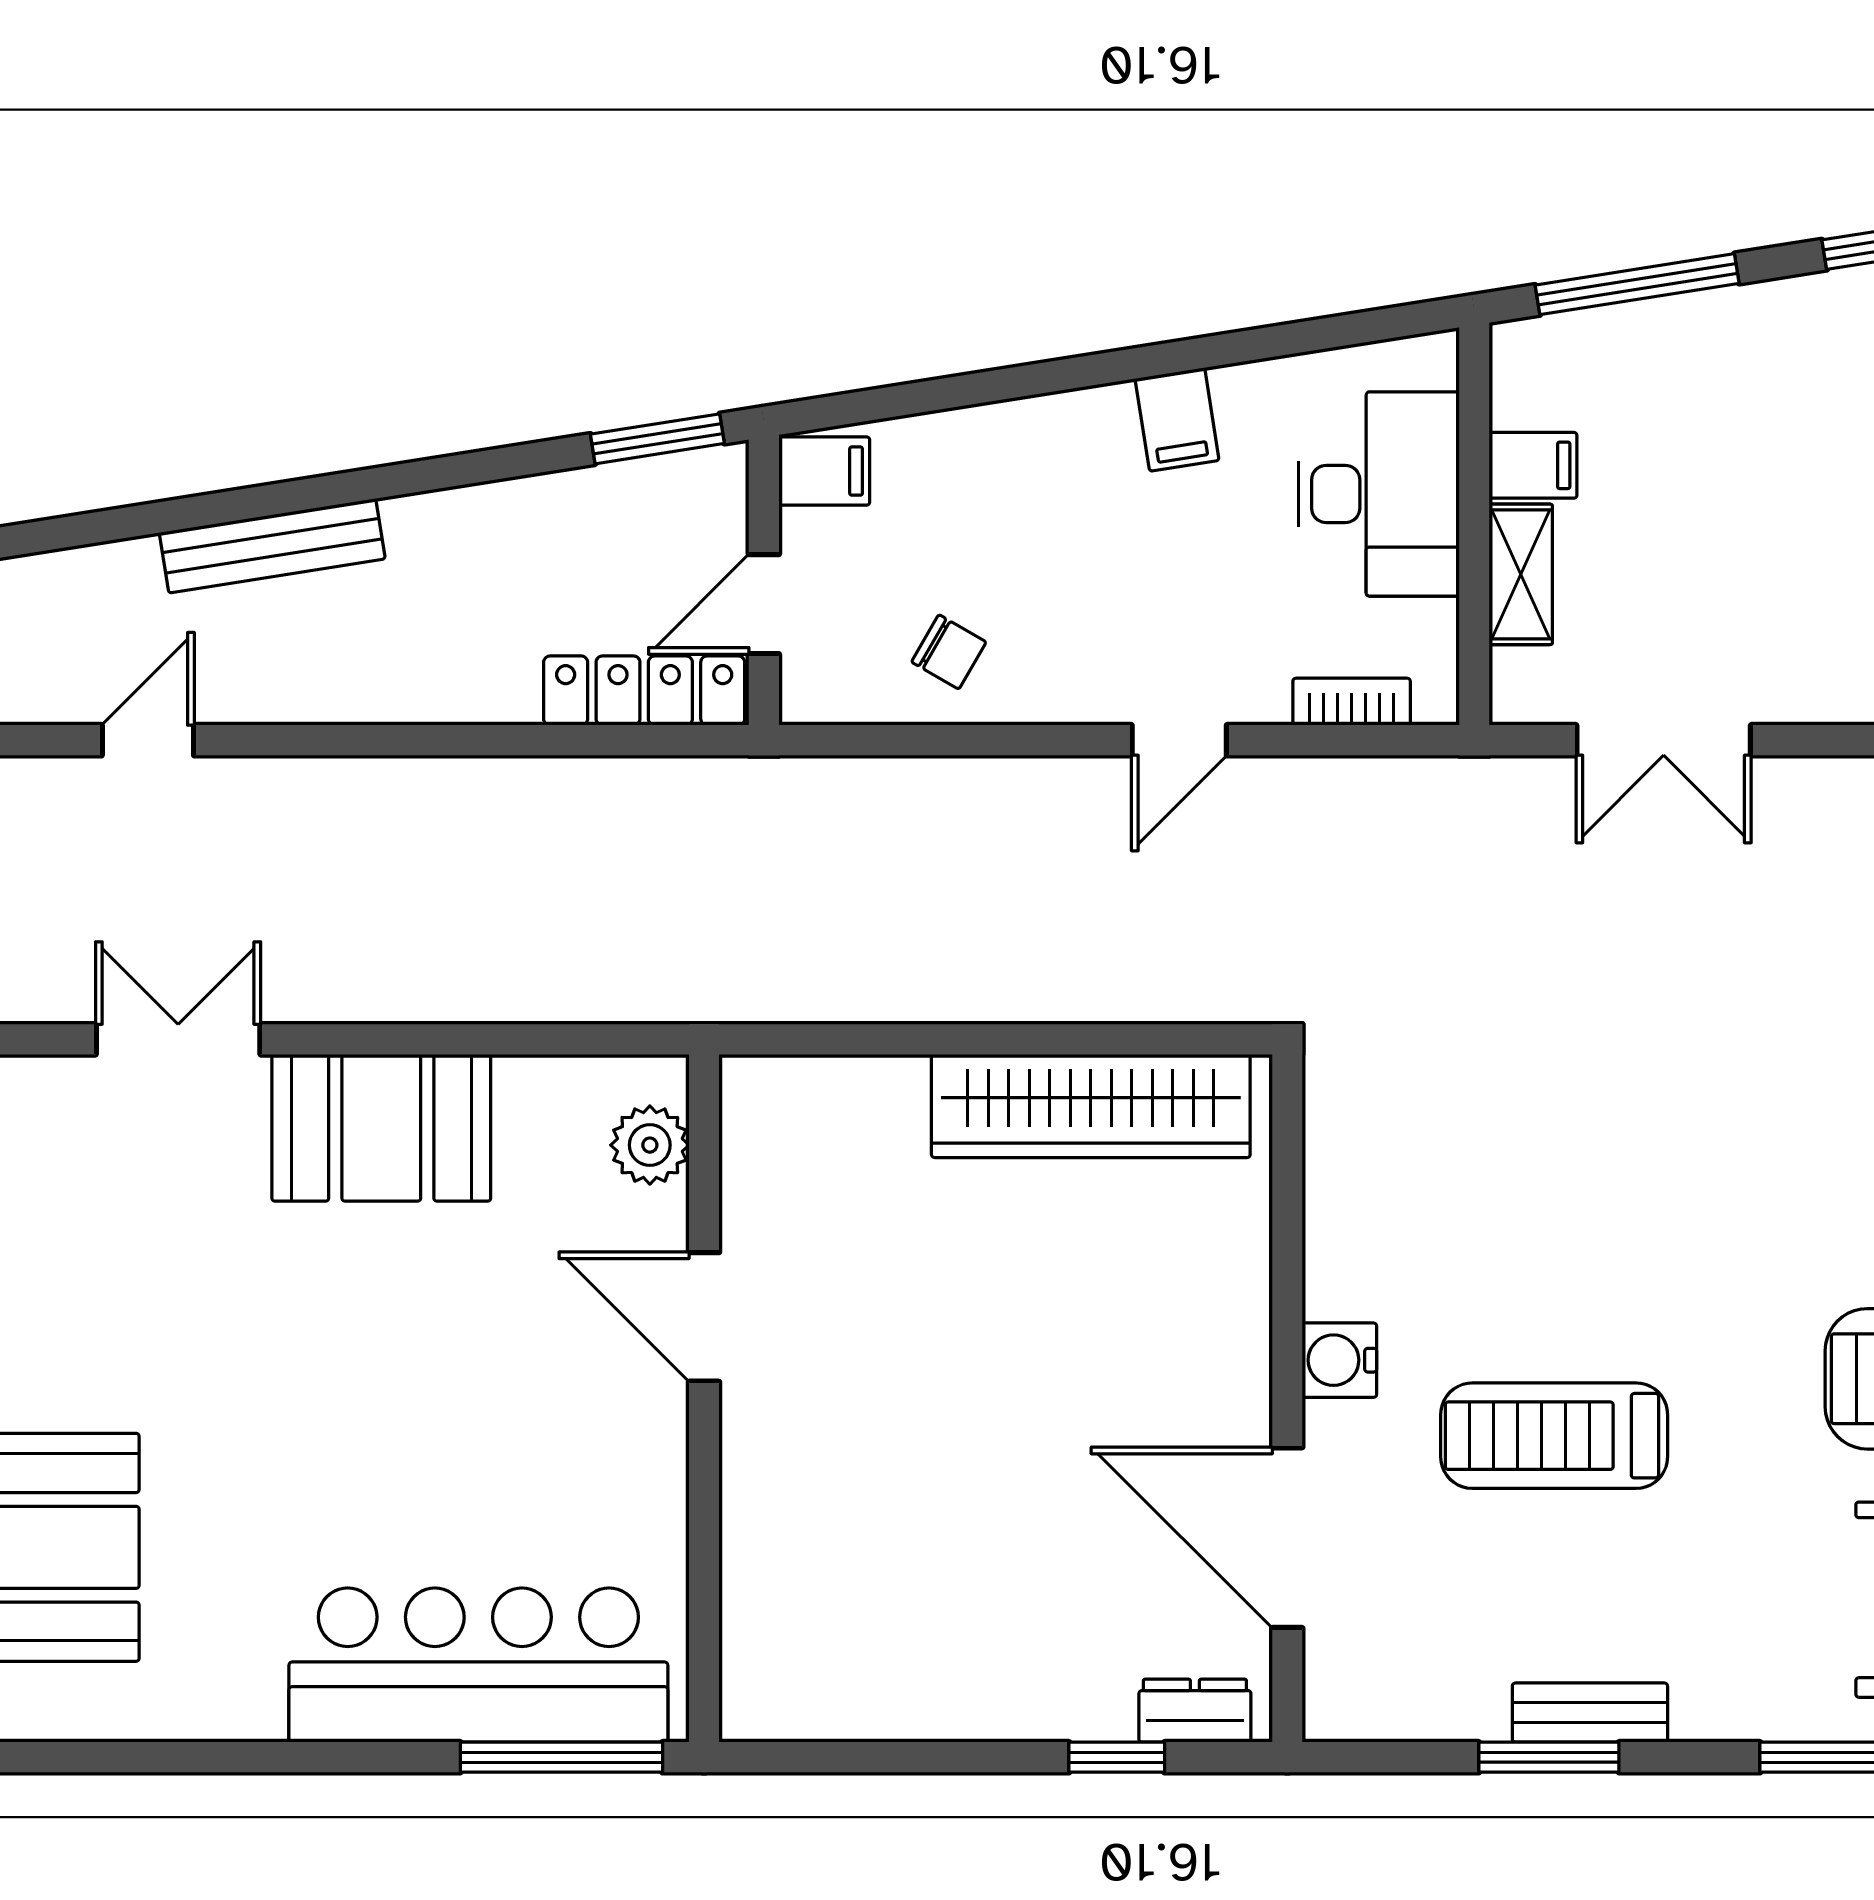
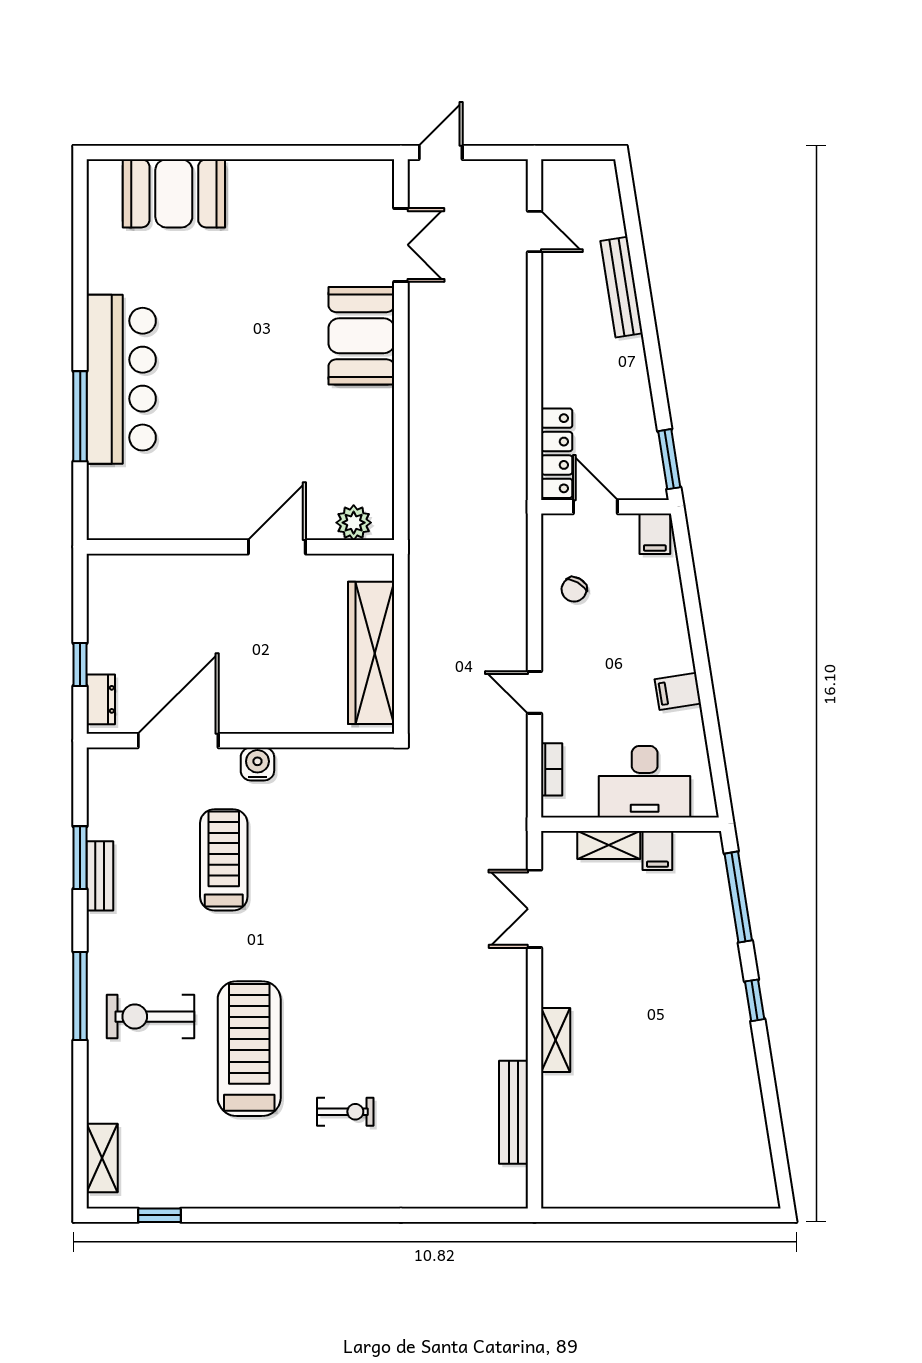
plant: (650, 1145) -> (354, 523), moved
door: (704, 1317) -> (277, 547), moved
wall: (704, 1398) -> (240, 547), moved

